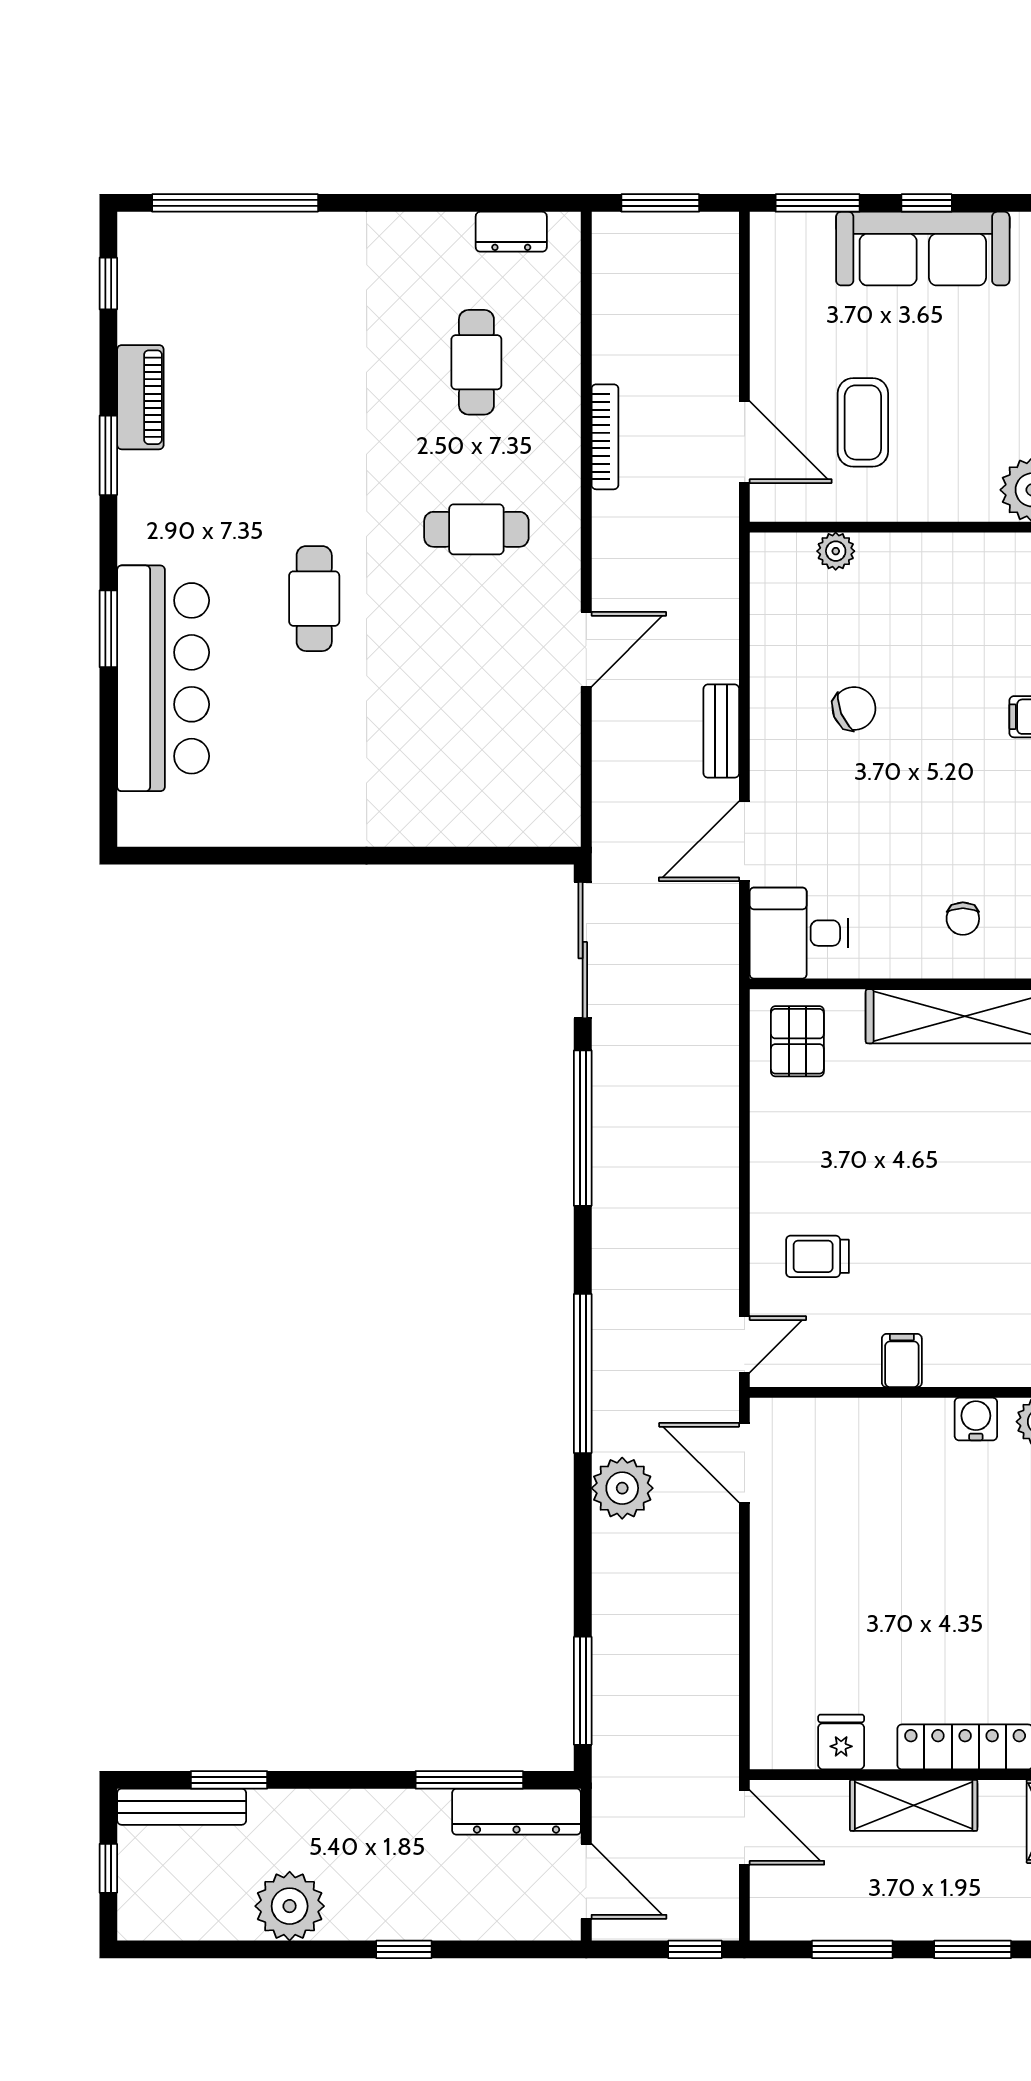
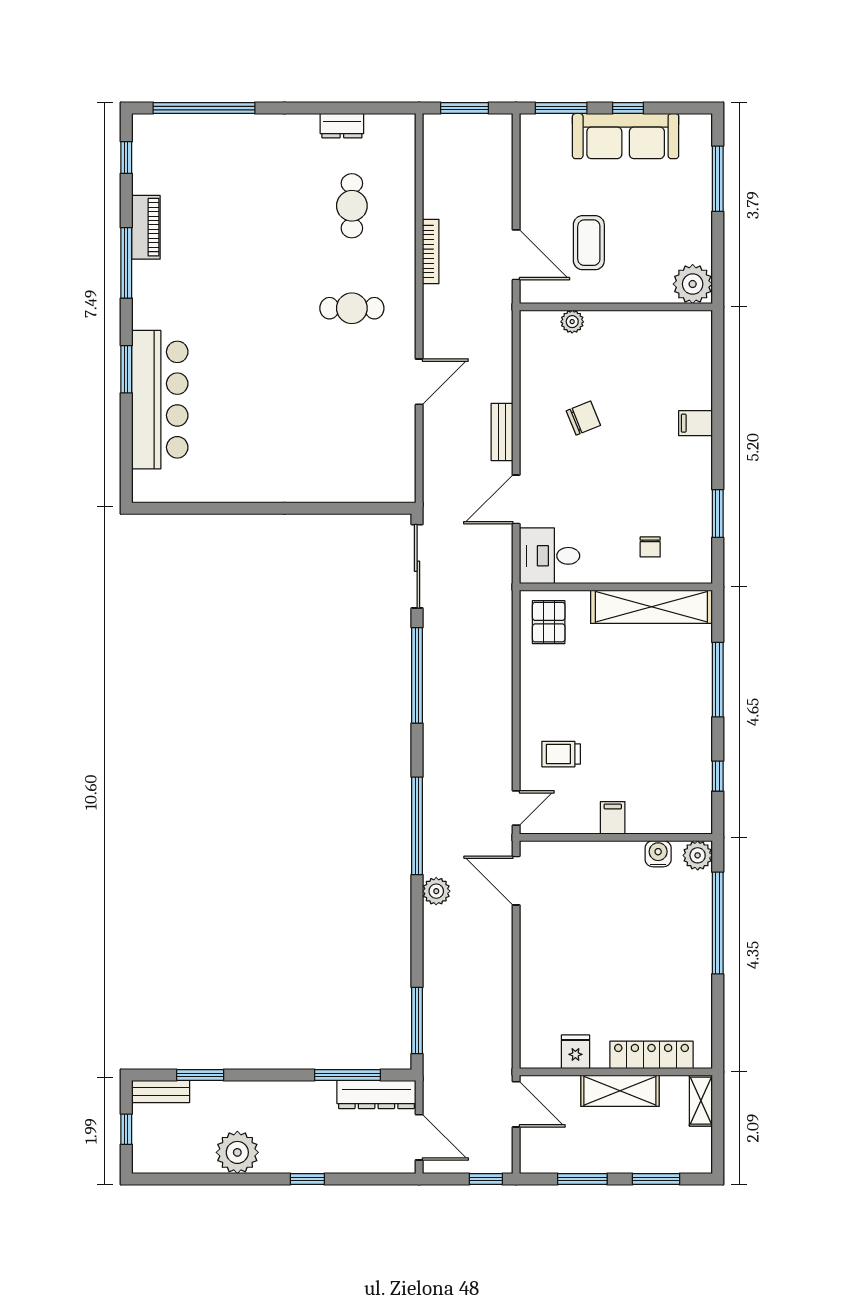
dresser: (511, 232) -> (342, 126), moved
window: (108, 455) -> (126, 263), width x1.44
cafe table: (314, 599) -> (252, 351), removed
plant: (622, 1488) -> (436, 891), width x0.73, depth x0.73
bench: (182, 1807) -> (161, 1091), width x0.73

